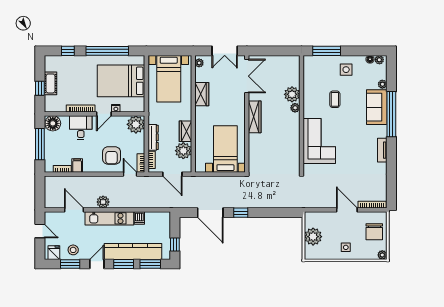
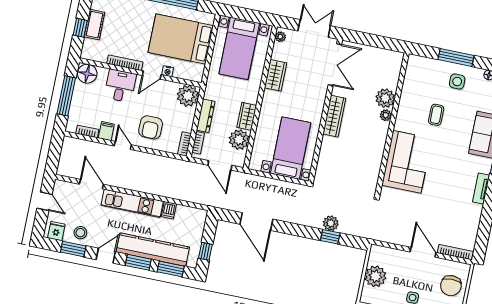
double door: (225, 51) -> (314, 28), swing flipped
window: (327, 51) -> (456, 58), moved
door: (130, 174) -> (123, 145), moved
plant: (103, 202) -> (331, 223), moved
window: (241, 213) -> (330, 237), moved

